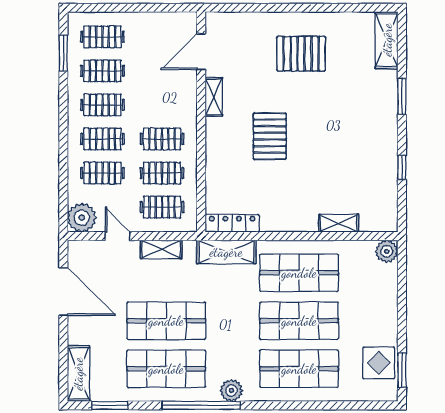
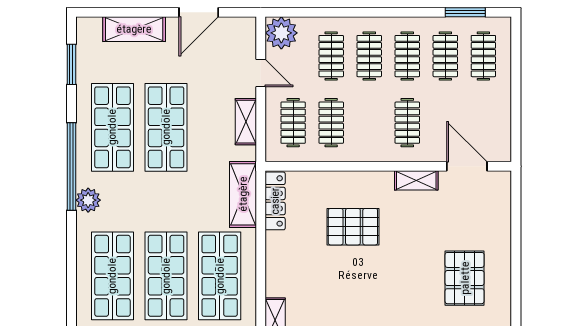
pallet: (270, 136) -> (353, 227), moved
clothes rail: (162, 139) -> (407, 123), moved
door: (118, 236) -> (261, 73), hinge flipped
door: (63, 292) -> (199, 12), width x0.73
shelving: (78, 374) -> (134, 29), moved

